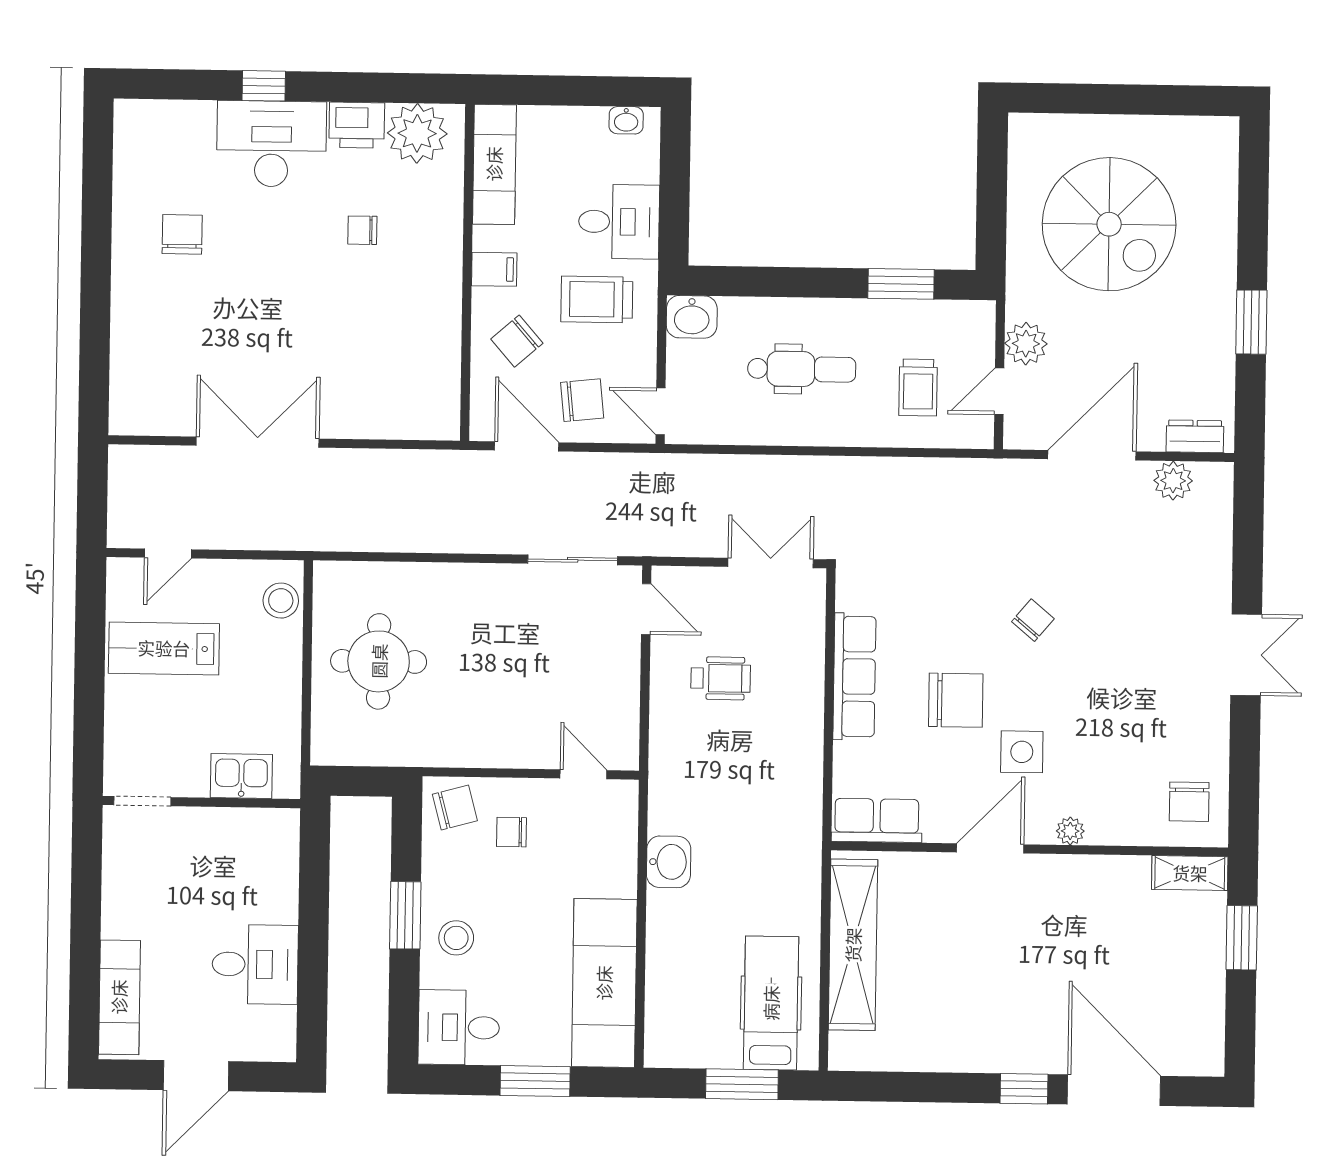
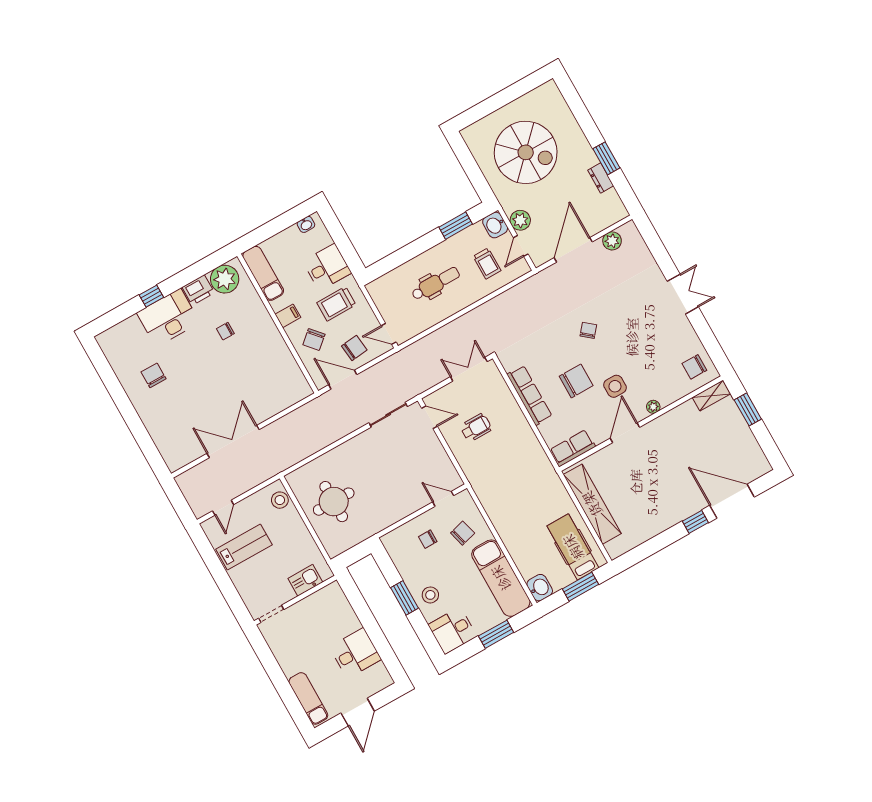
washbasin: (692, 317) -> (495, 225), moved, turned 90
dresser: (1195, 436) -> (601, 178), moved, turned -90
lab bench: (164, 648) -> (244, 547), turned 180
chair: (1189, 802) -> (694, 367), turned 90
chair: (455, 808) -> (463, 533), moved
washbasin: (669, 862) -> (540, 588), moved

